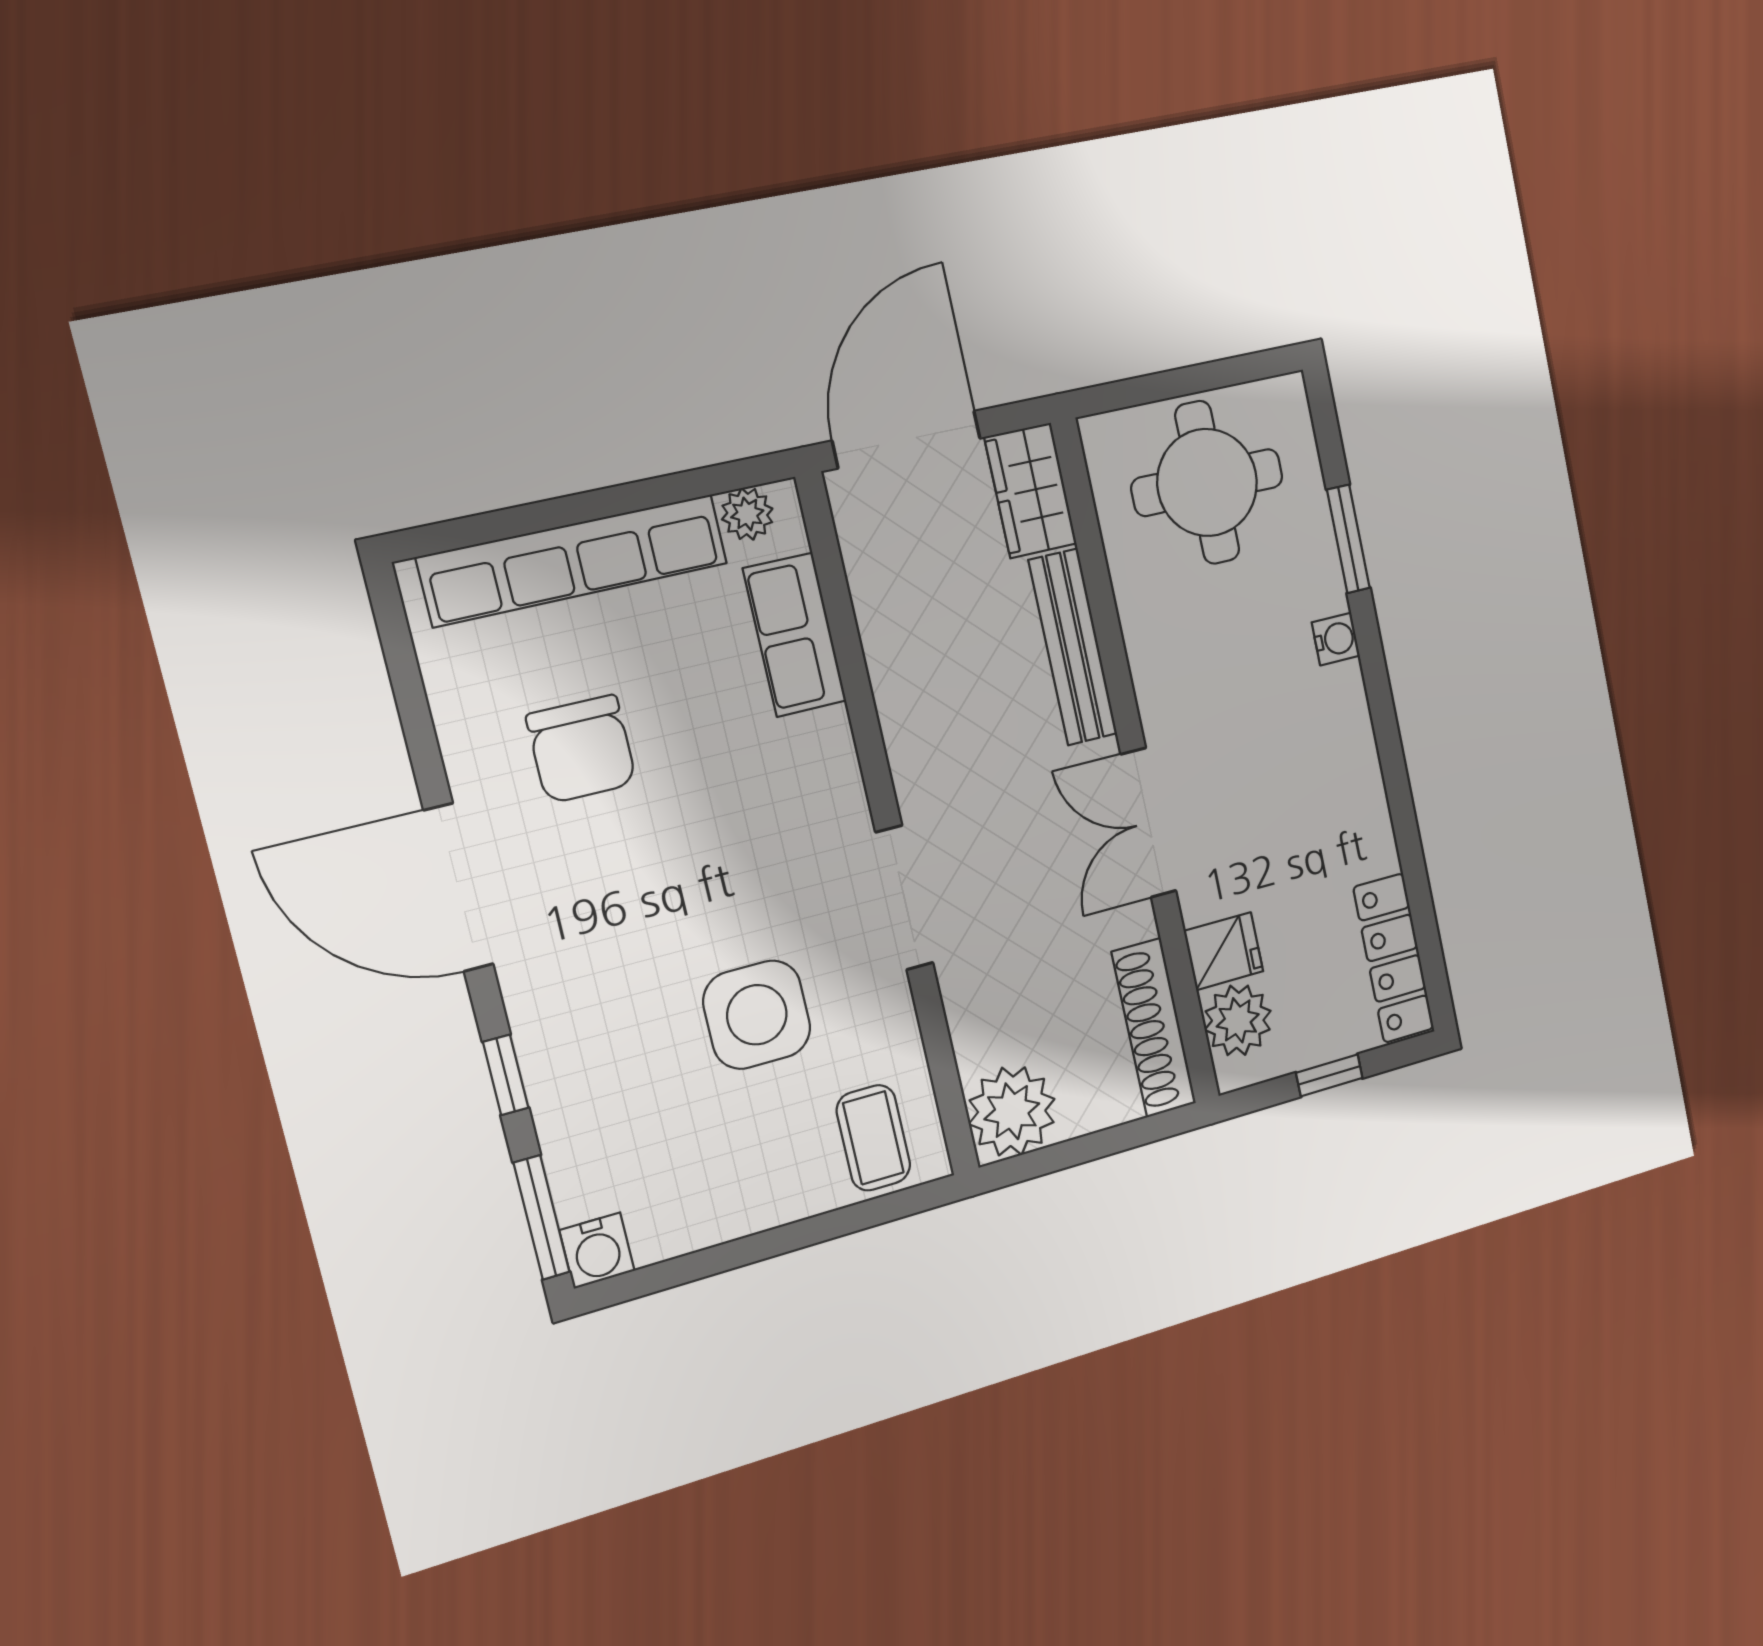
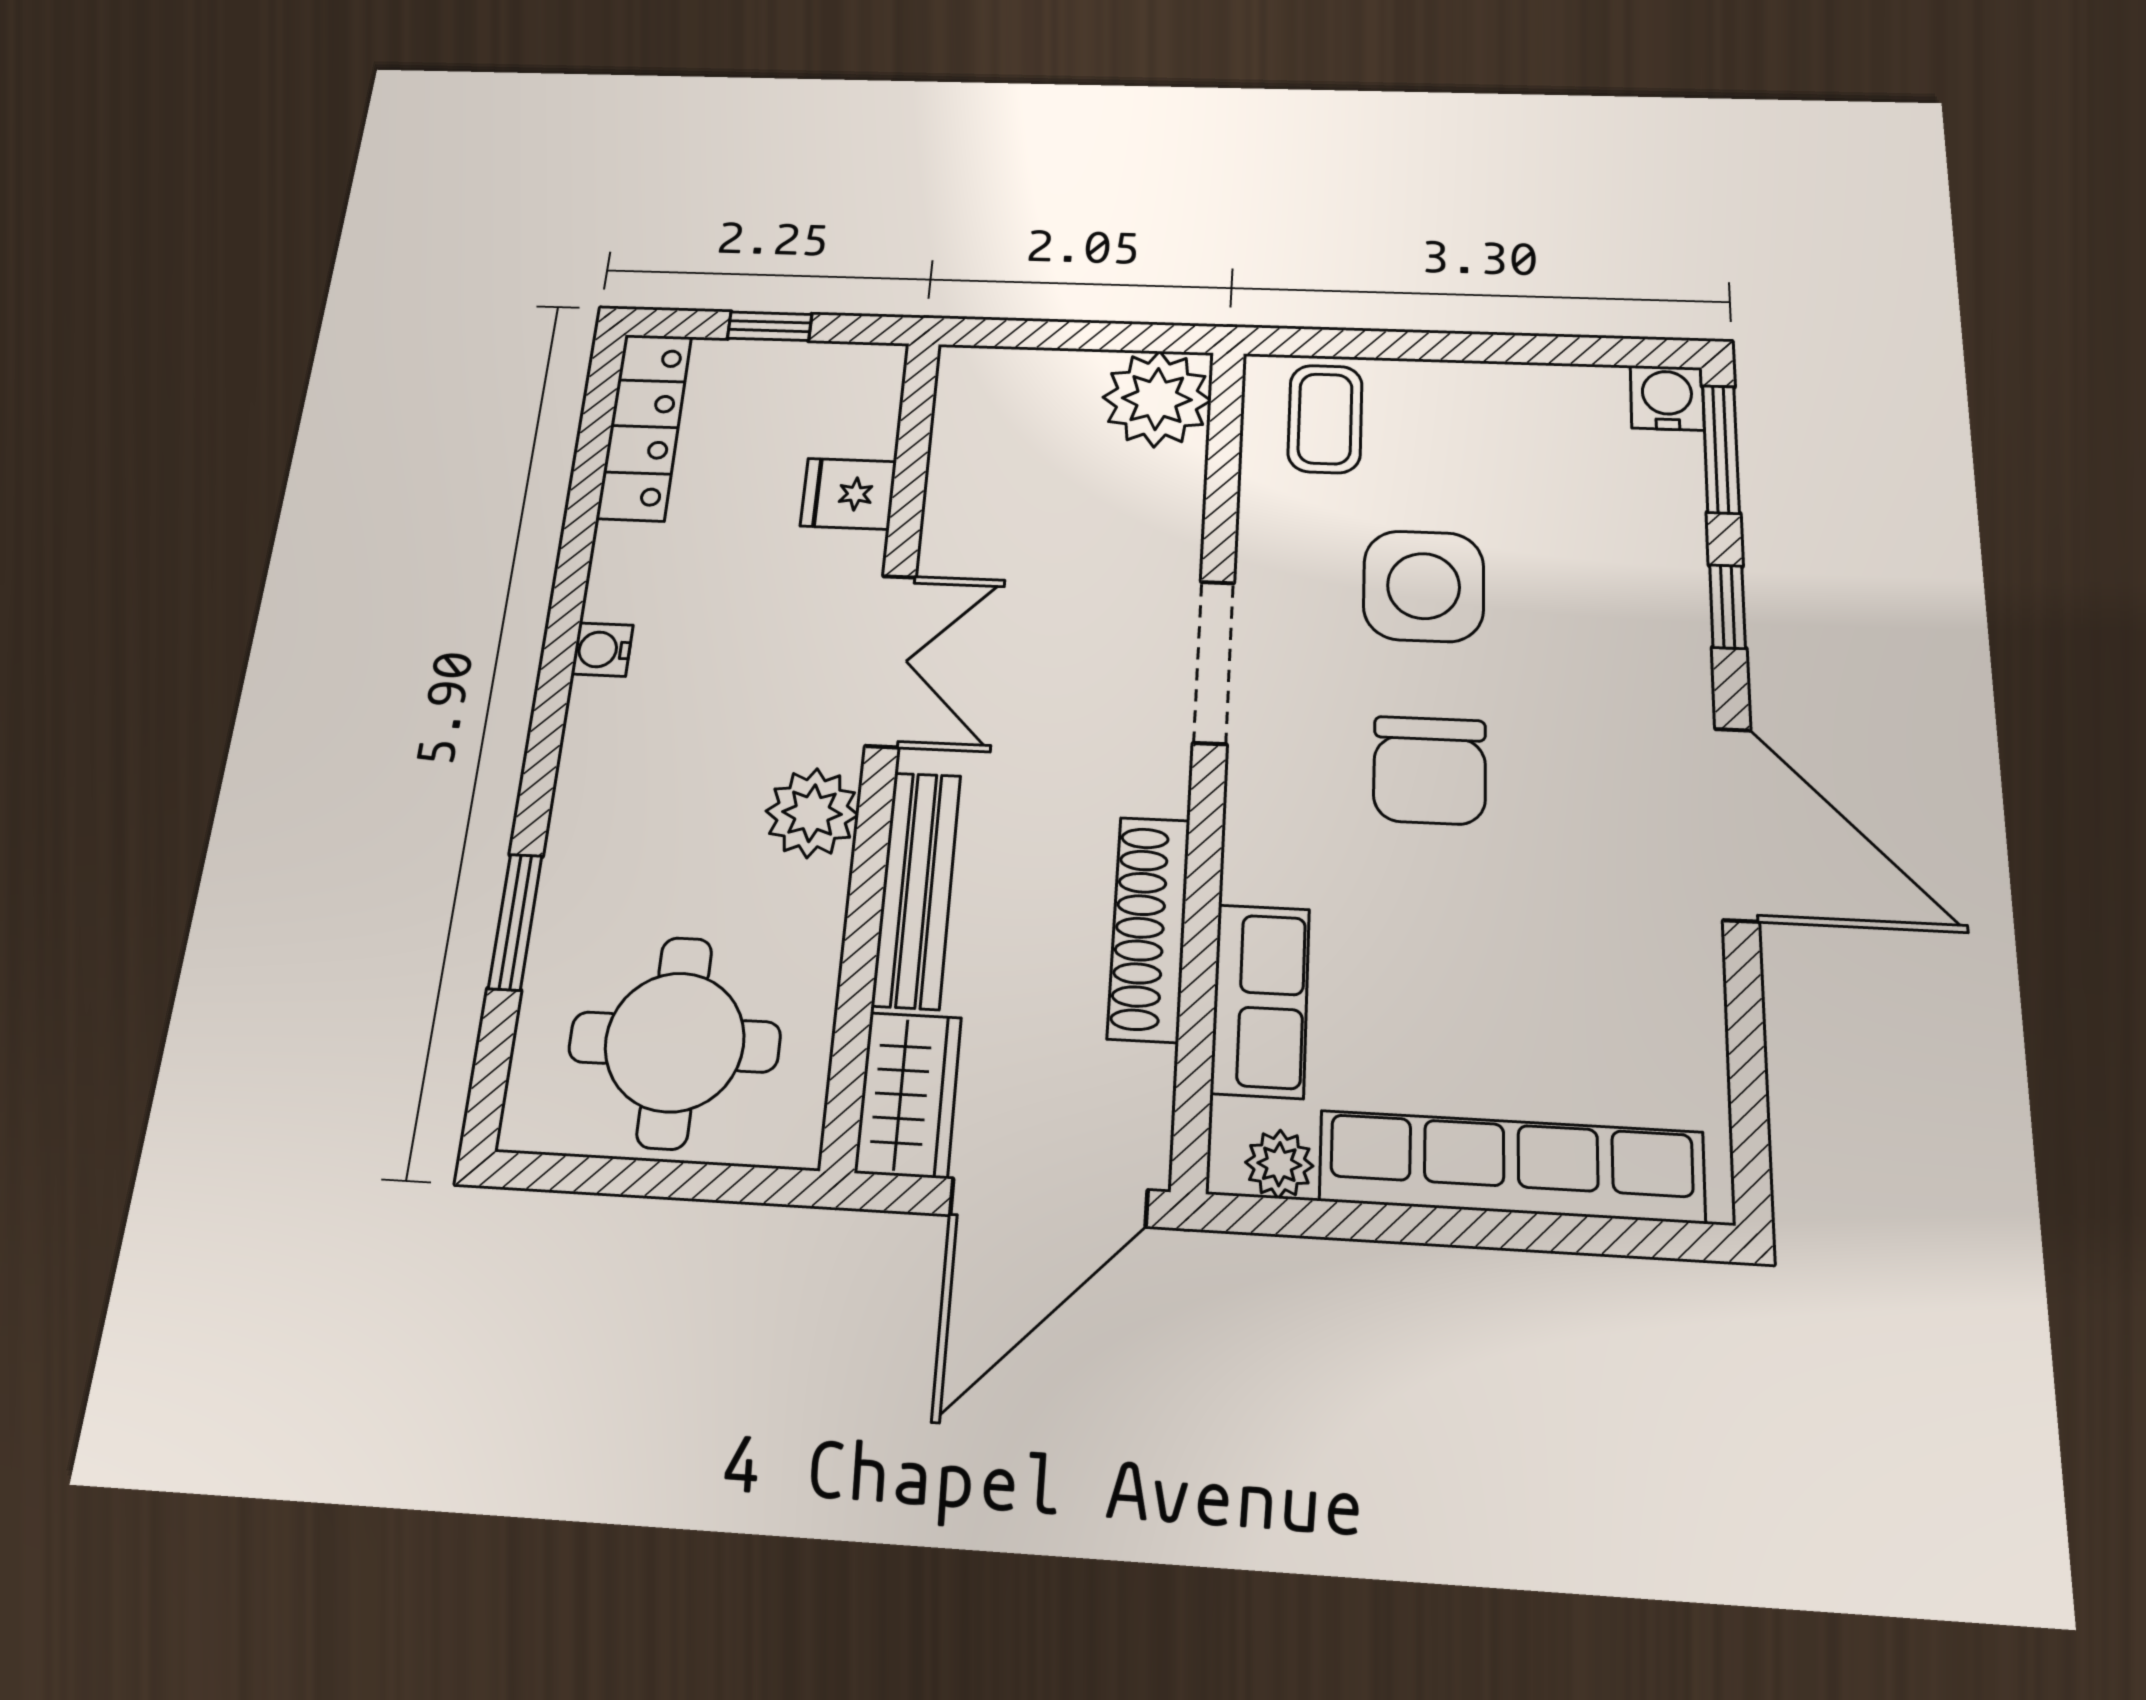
water cooler: (1336, 639) -> (602, 650), moved
chair: (581, 749) -> (1430, 770), moved, turned 180
plant: (1238, 1020) -> (812, 813), moved
shoe rack: (1154, 1028) -> (1149, 928), moved, turned 180

